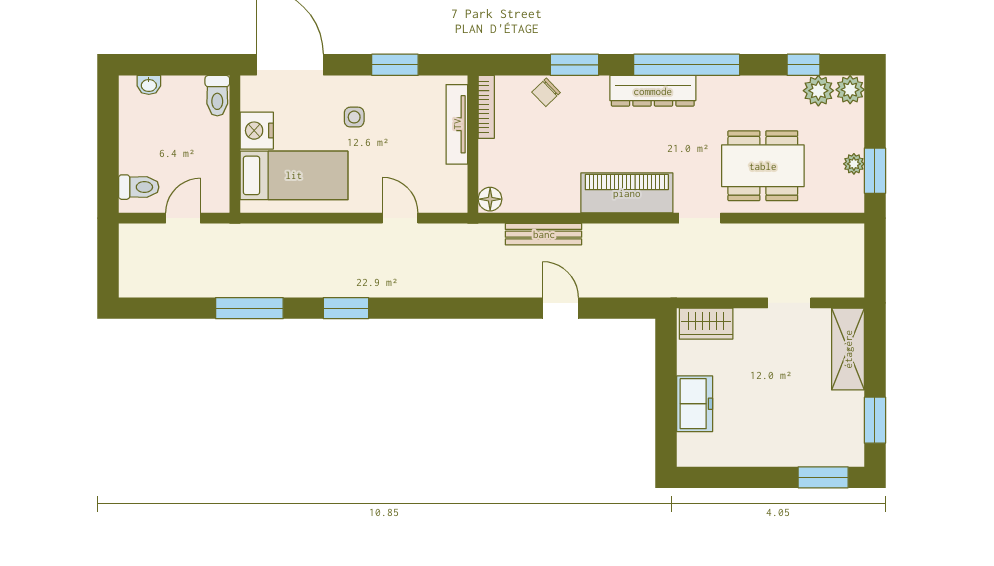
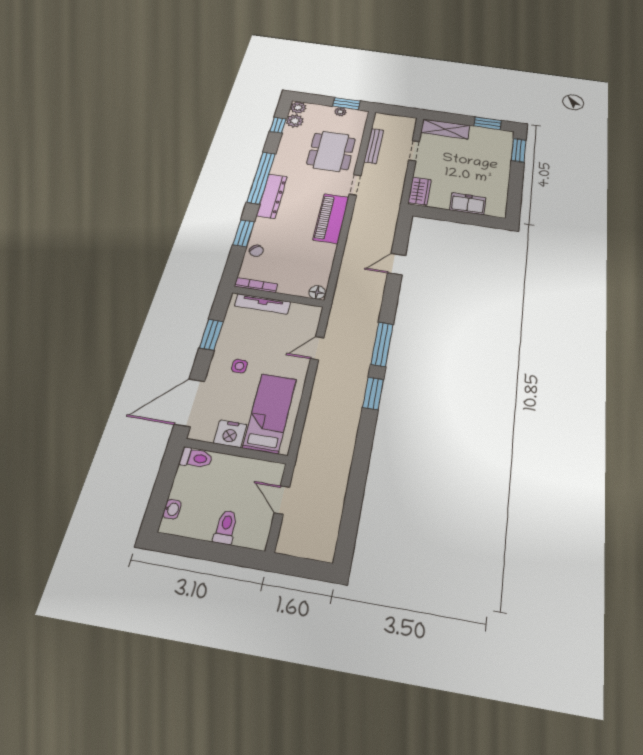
toilet: (139, 187) -> (226, 527), moved
bench: (544, 234) -> (374, 146), moved
window: (249, 308) -> (382, 344), moved

